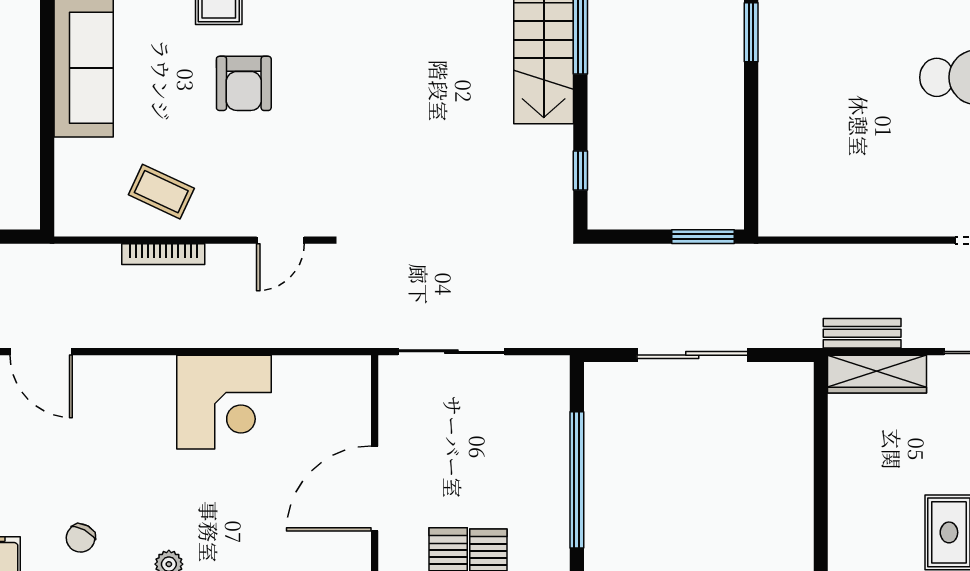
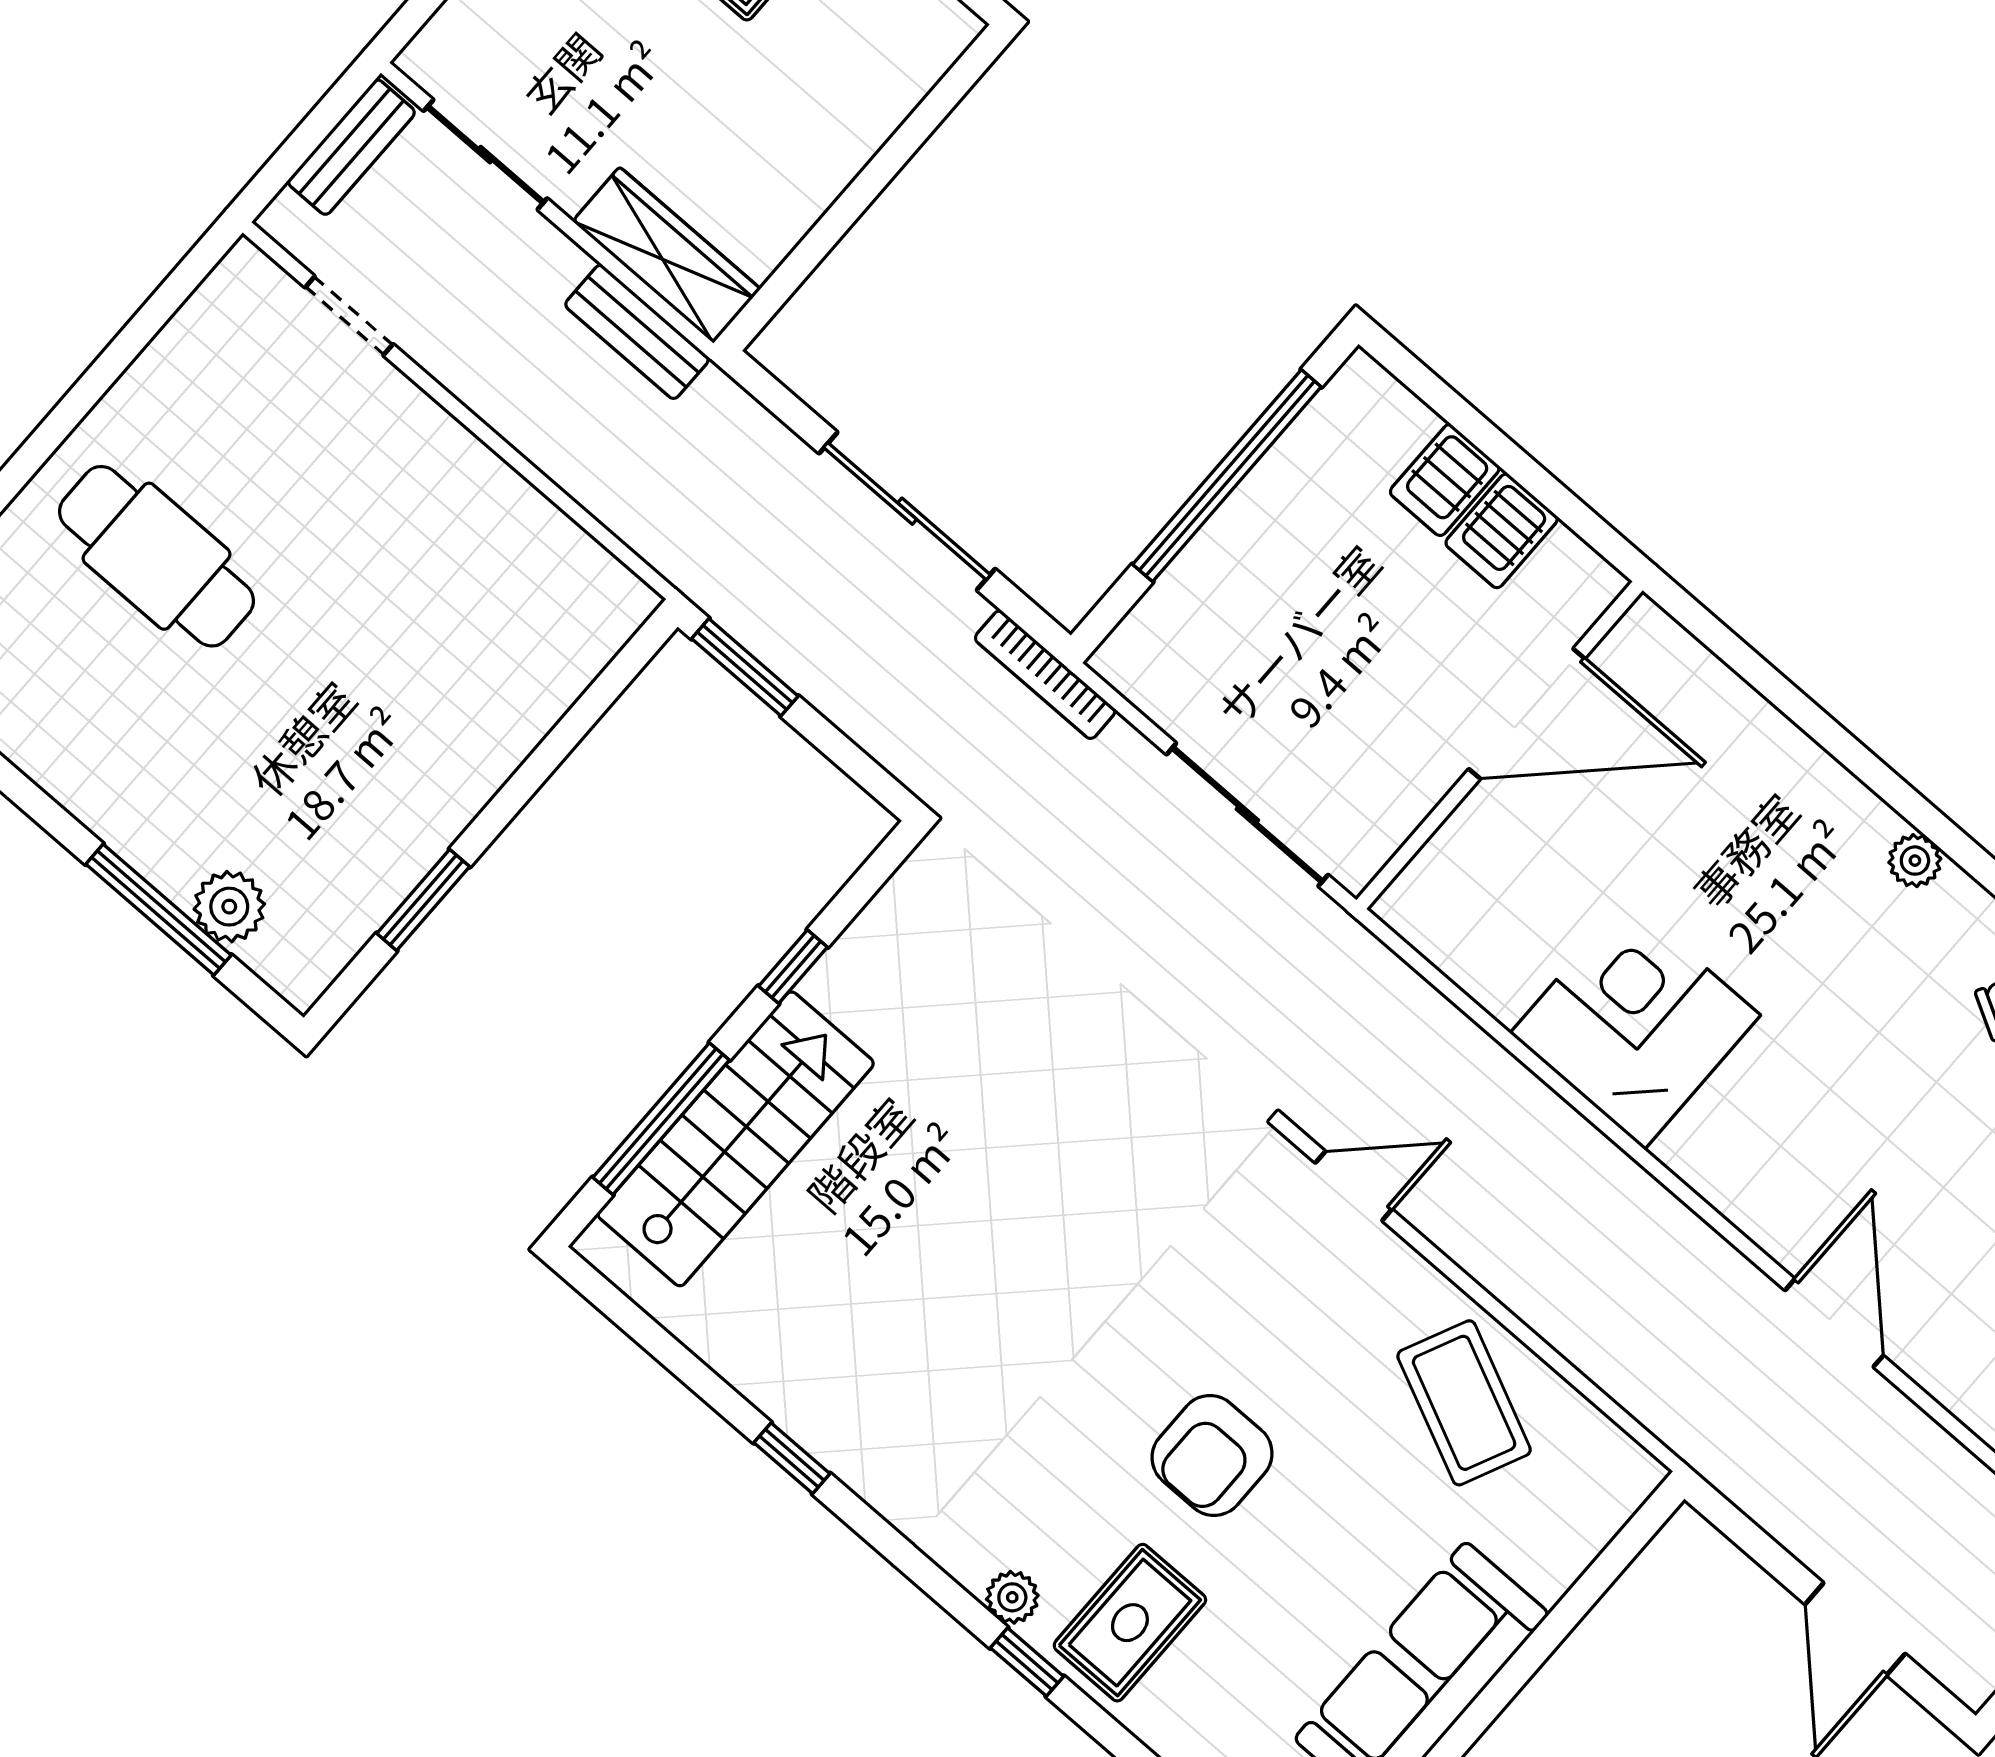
armchair: (244, 83) -> (1212, 1455), turned 180
window: (580, 170) -> (793, 967), moved
coffee table: (161, 192) -> (1464, 1403), width x1.36, depth x1.30
bookcase: (163, 254) -> (1045, 675), moved, turned 180

